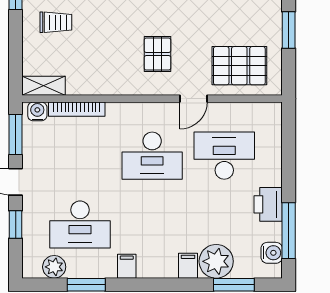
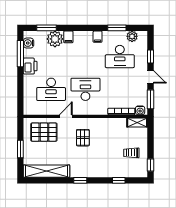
desk: (80, 225) -> (120, 56), turned 180

